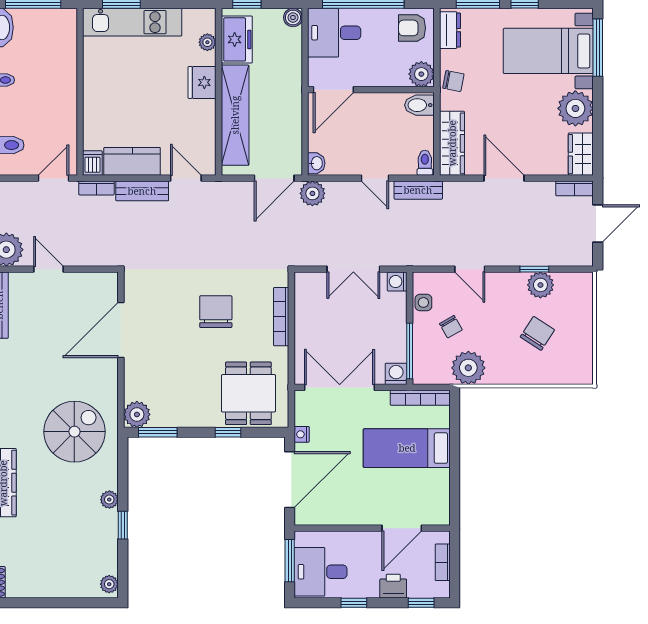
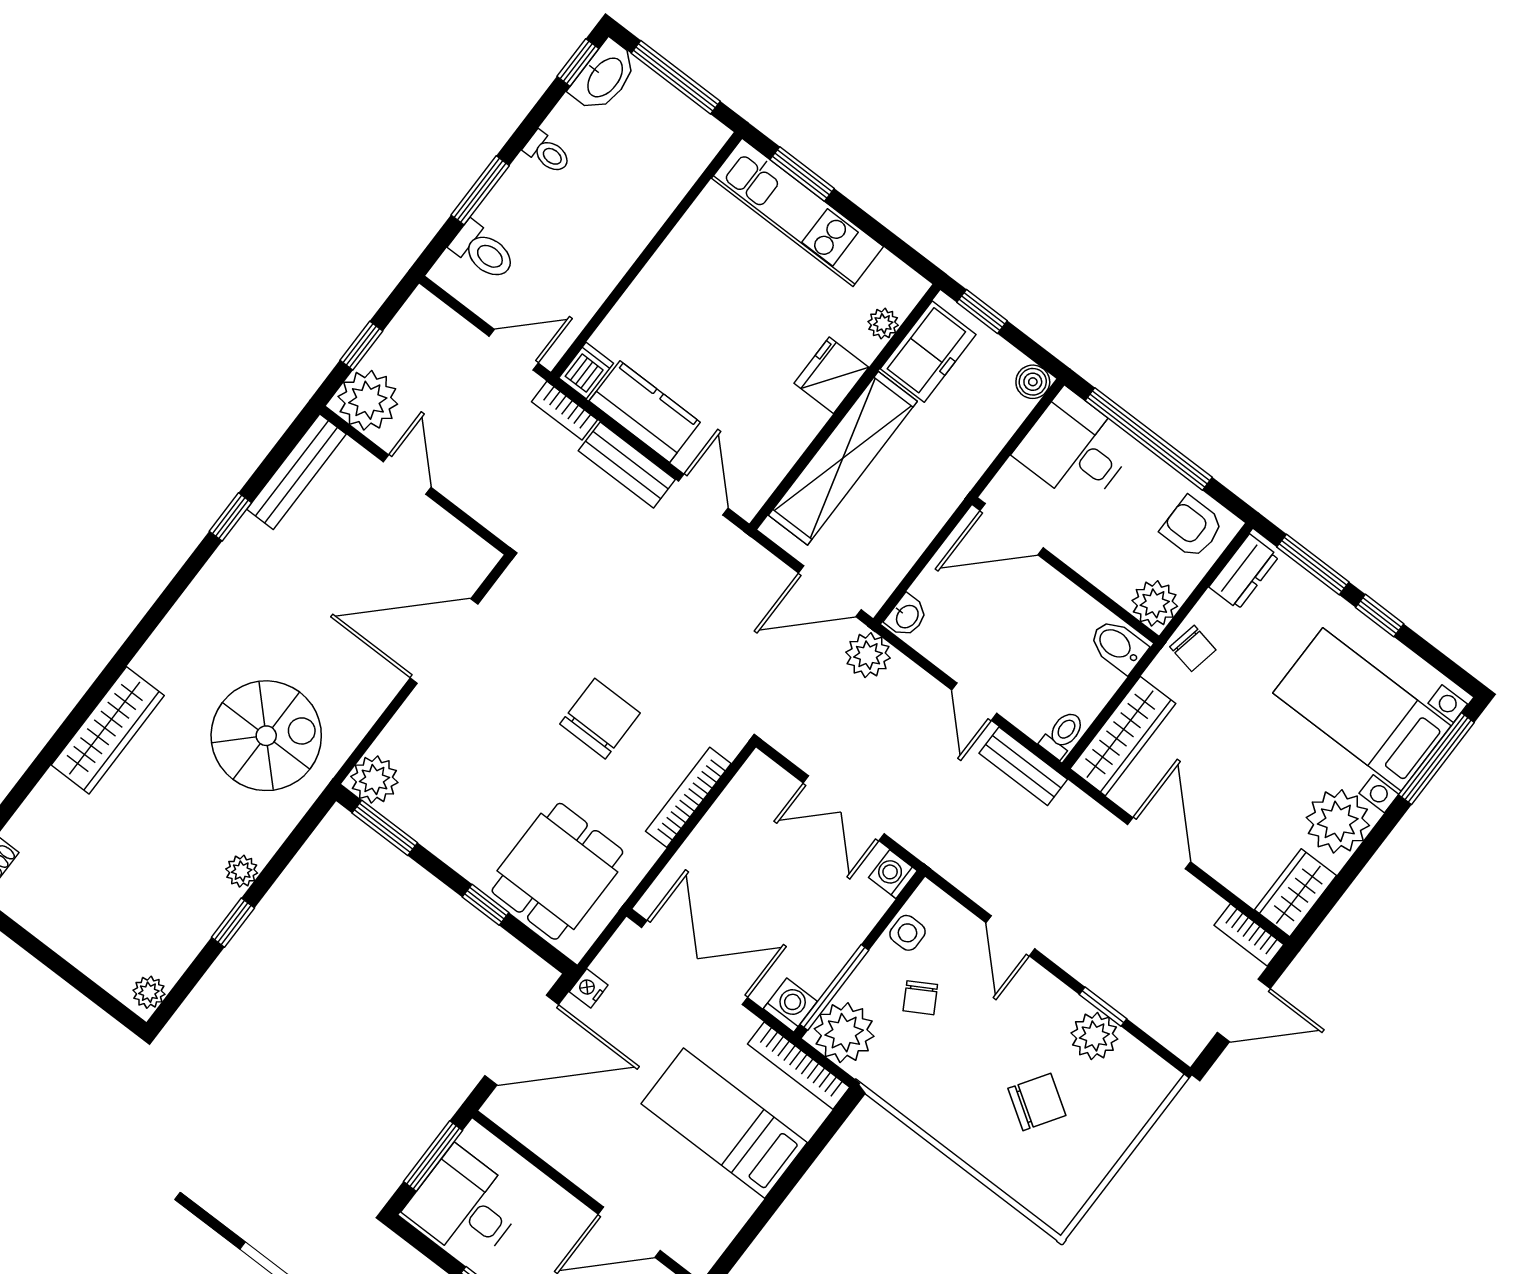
plant: (468, 368) -> (844, 1033), moved

